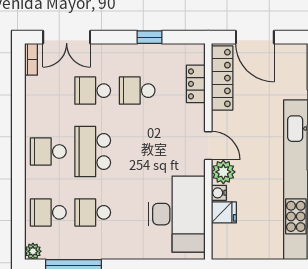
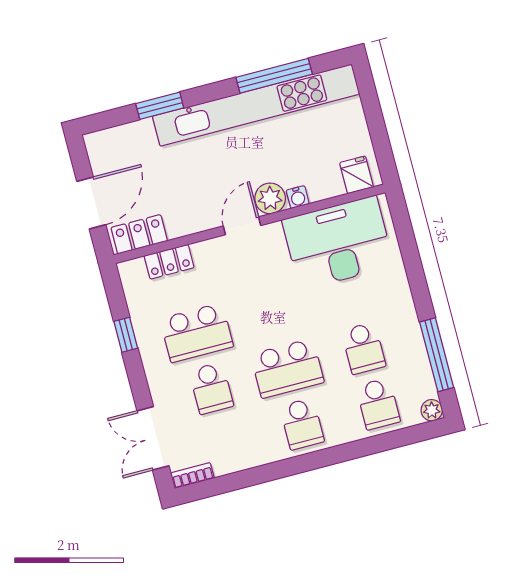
double door: (67, 37) -> (153, 438), swing flipped
locker: (222, 78) -> (139, 234), width x0.66
school desk: (137, 91) -> (197, 333), width x1.85
fridge: (224, 212) -> (357, 175), moved

